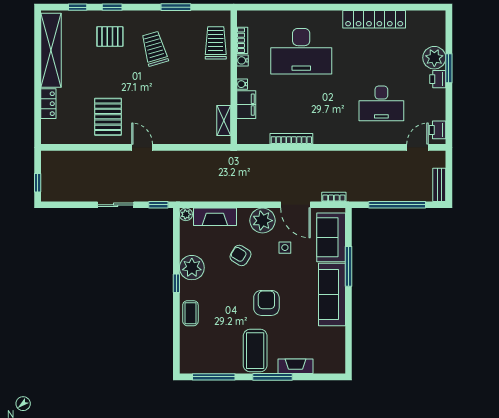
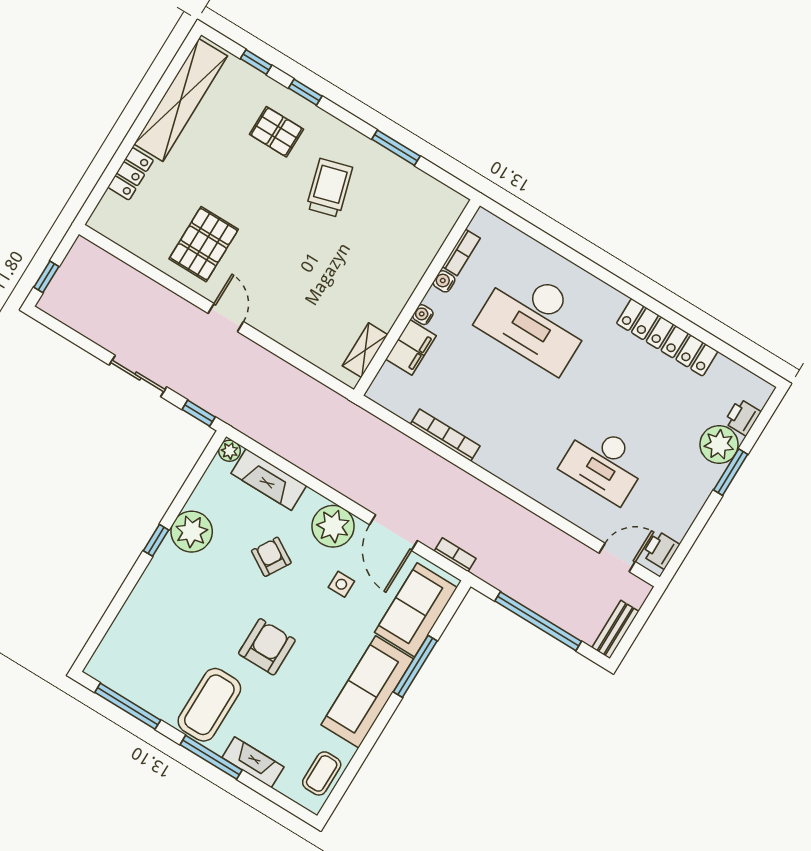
trolley: (216, 43) -> (421, 233), removed
printer: (438, 79) -> (743, 417), moved
coffee table: (190, 313) -> (322, 773), moved

